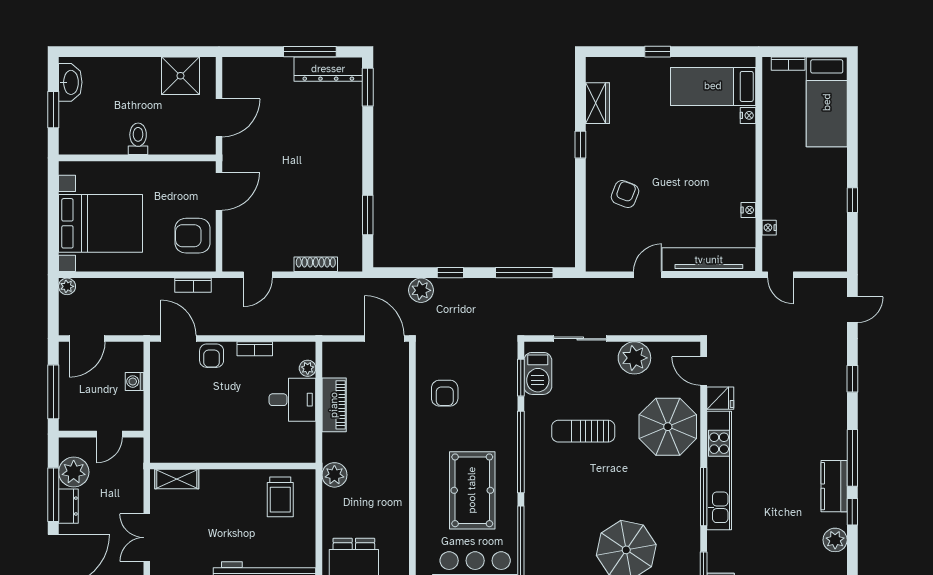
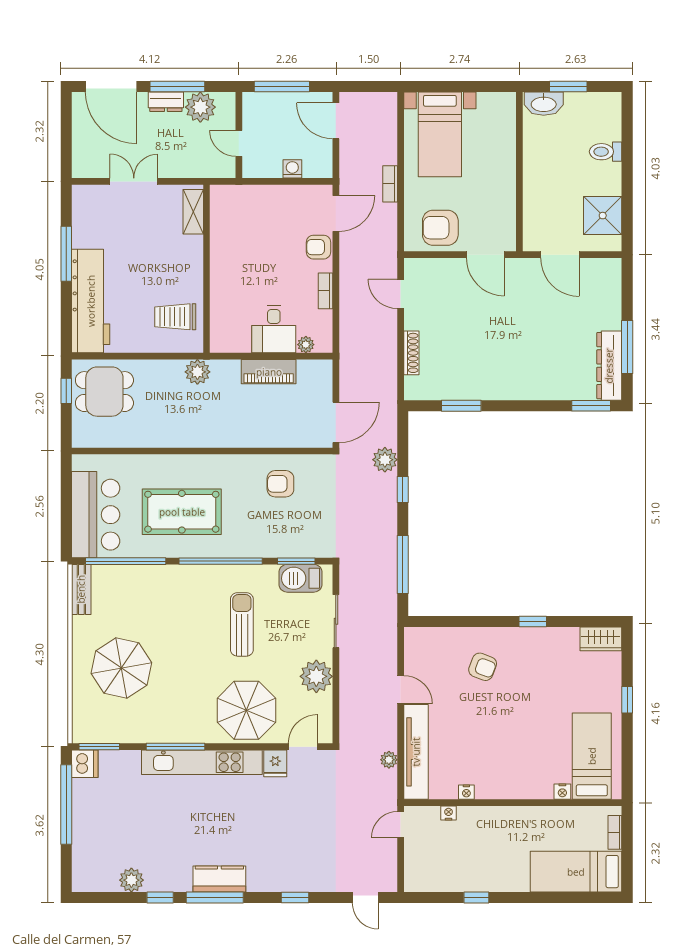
washbasin: (70, 82) -> (544, 104), moved
wardrobe: (598, 103) -> (601, 639), moved
toilet: (138, 139) -> (606, 152), moved, turned 180
bed with nightstands: (101, 223) -> (440, 134), width x0.73
armchair: (192, 236) -> (440, 228), turned -90
bookcase: (193, 285) -> (390, 184), moved
plant: (67, 286) -> (389, 760), moved
kitchen counter: (834, 486) -> (219, 879), moved

